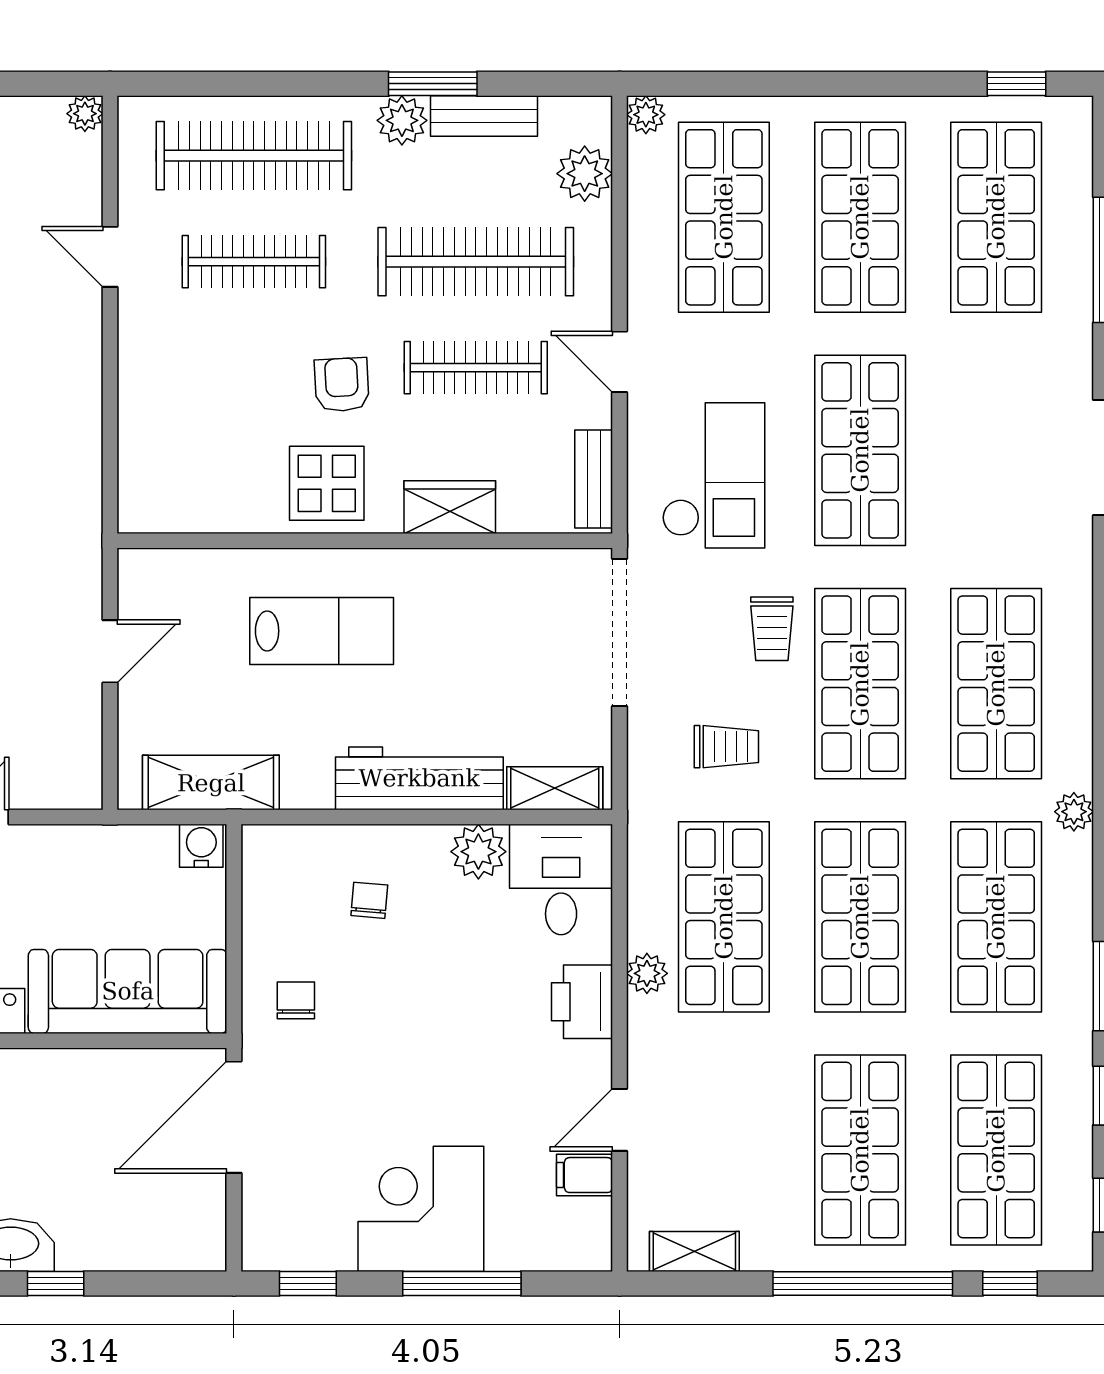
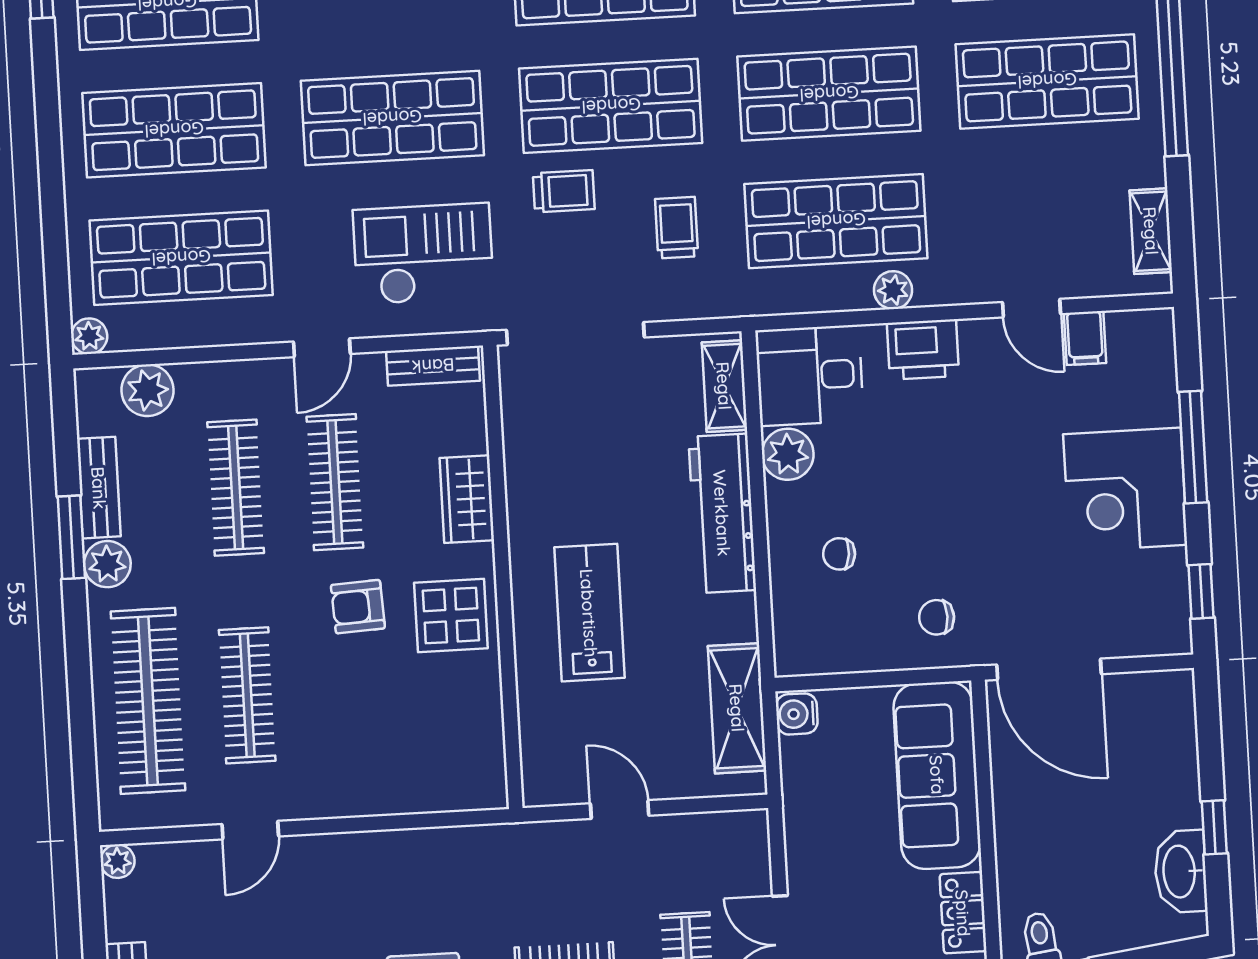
clothes rail: (476, 262) -> (236, 488), width x0.73, depth x0.76

